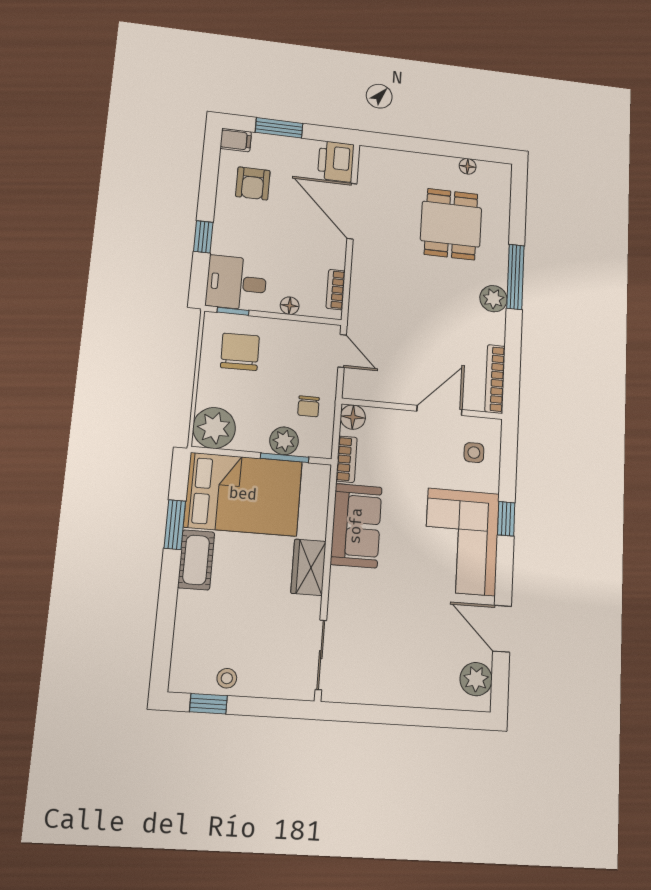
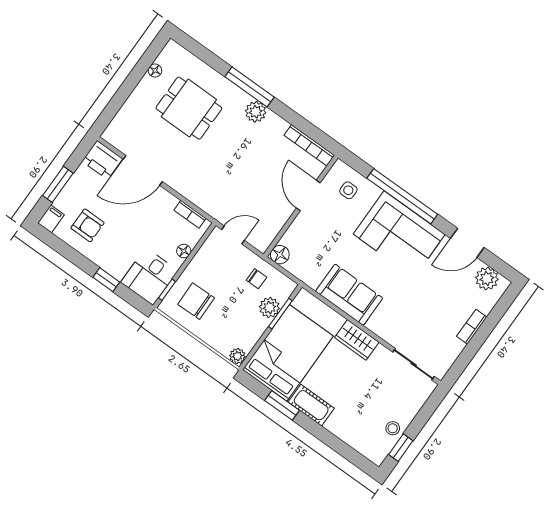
plant: (214, 428) -> (237, 356), width x0.53, depth x0.53
bookcase: (346, 459) -> (472, 327), moved, turned -90
window: (506, 519) -> (402, 196), width x3.17

